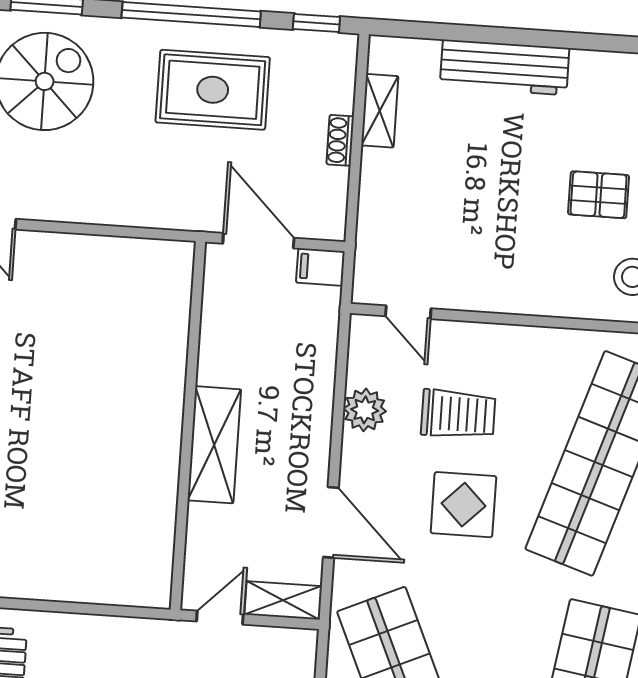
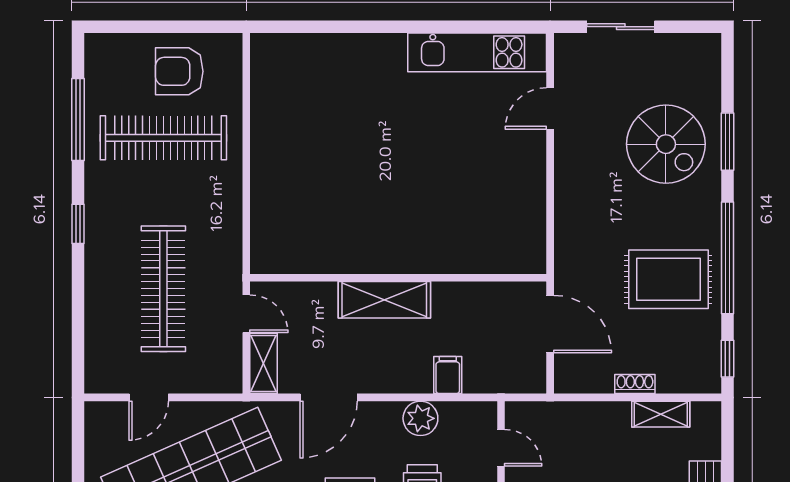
rug: (213, 90) -> (668, 279), turned 90
door: (258, 241) -> (550, 324), hinge flipped
filing cabinet: (320, 267) -> (448, 375), moved
door: (408, 312) -> (501, 448), swing flipped

